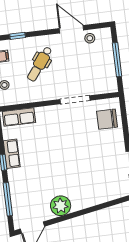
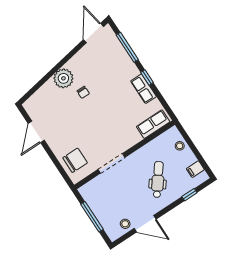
chair: (69, 178) -> (83, 92), added
plant: (61, 206) -> (63, 78), moved

